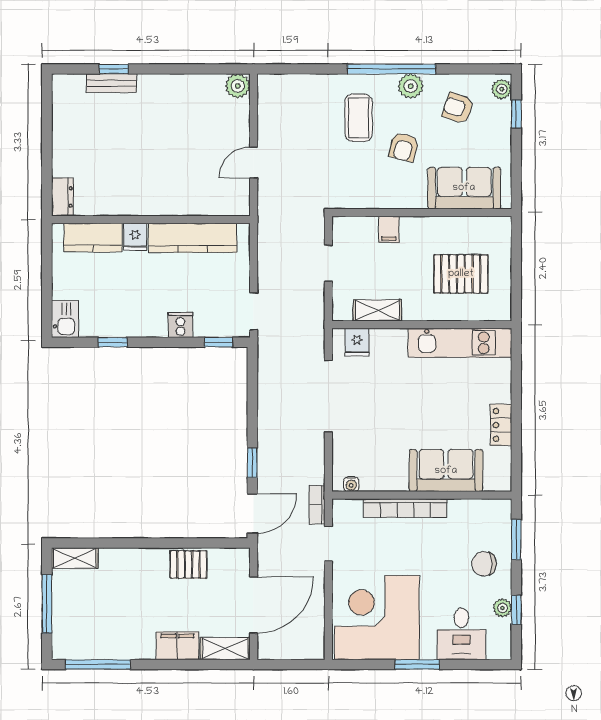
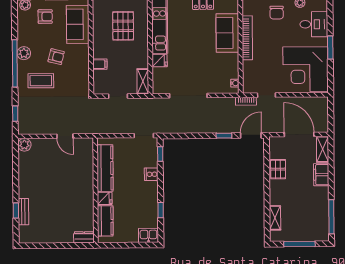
window: (297, 69) -> (15, 114), added
armchair: (458, 108) -> (45, 17), moved, turned -110
shelving: (377, 310) -> (143, 81), moved
fridge: (357, 342) -> (160, 61), moved
bookcase: (405, 508) -> (247, 38), moved
door: (252, 514) -> (251, 135), hinge flipped
shelving: (75, 558) -> (275, 218), moved

